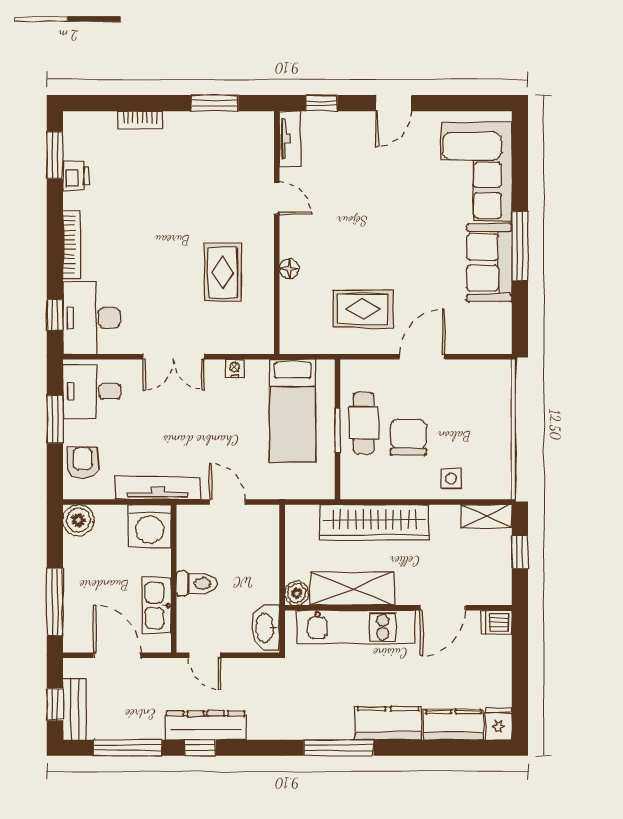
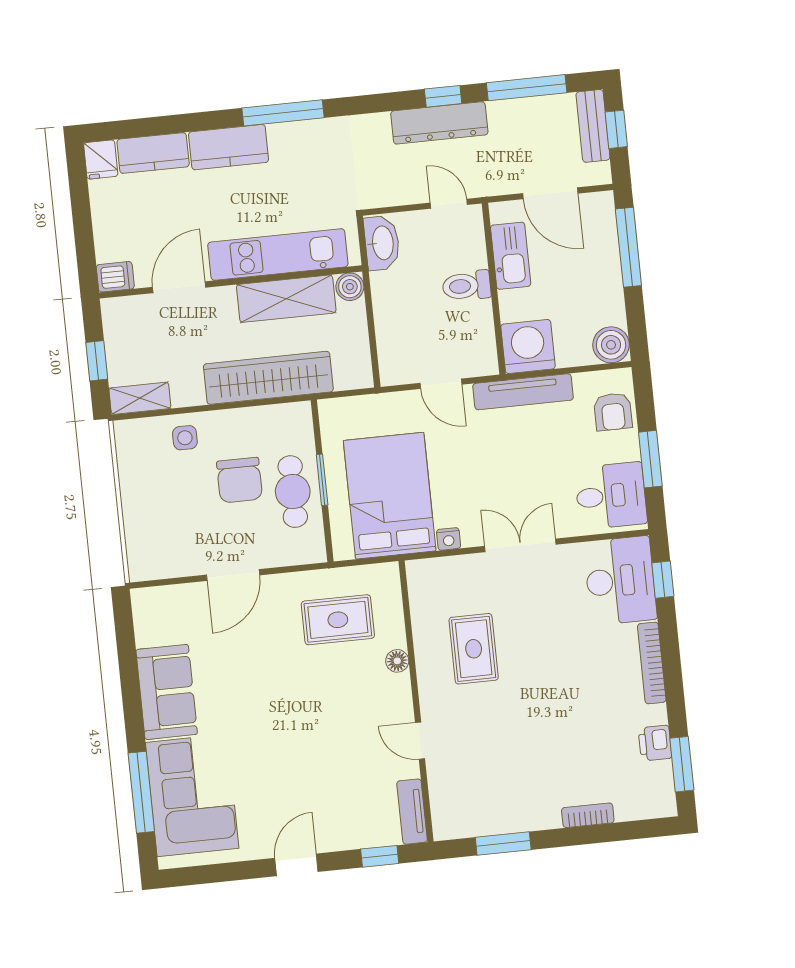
window: (520, 246) -> (141, 792), moved
rug: (363, 309) -> (338, 620), moved
bed: (293, 411) -> (390, 496), width x1.50

